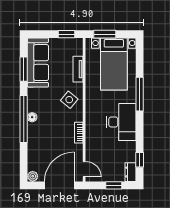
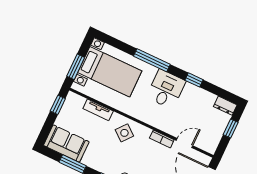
sofa: (38, 63) -> (66, 144), width x0.73
desk: (121, 122) -> (166, 89), width x0.73
window: (140, 160) -> (194, 80), moved
door: (84, 169) -> (184, 143), moved

